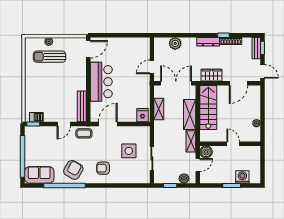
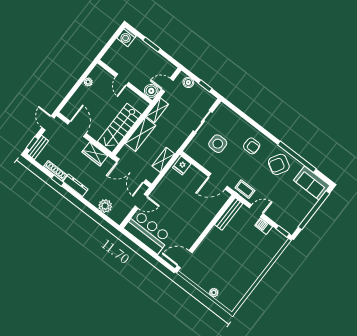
sun lounger: (50, 57) -> (223, 279), removed
bar counter: (101, 82) -> (148, 232), moved, turned 90
door: (238, 83) -> (77, 129), hinge flipped
barbecue: (36, 117) -> (264, 226), moved
washing machine: (242, 177) -> (126, 37), moved

